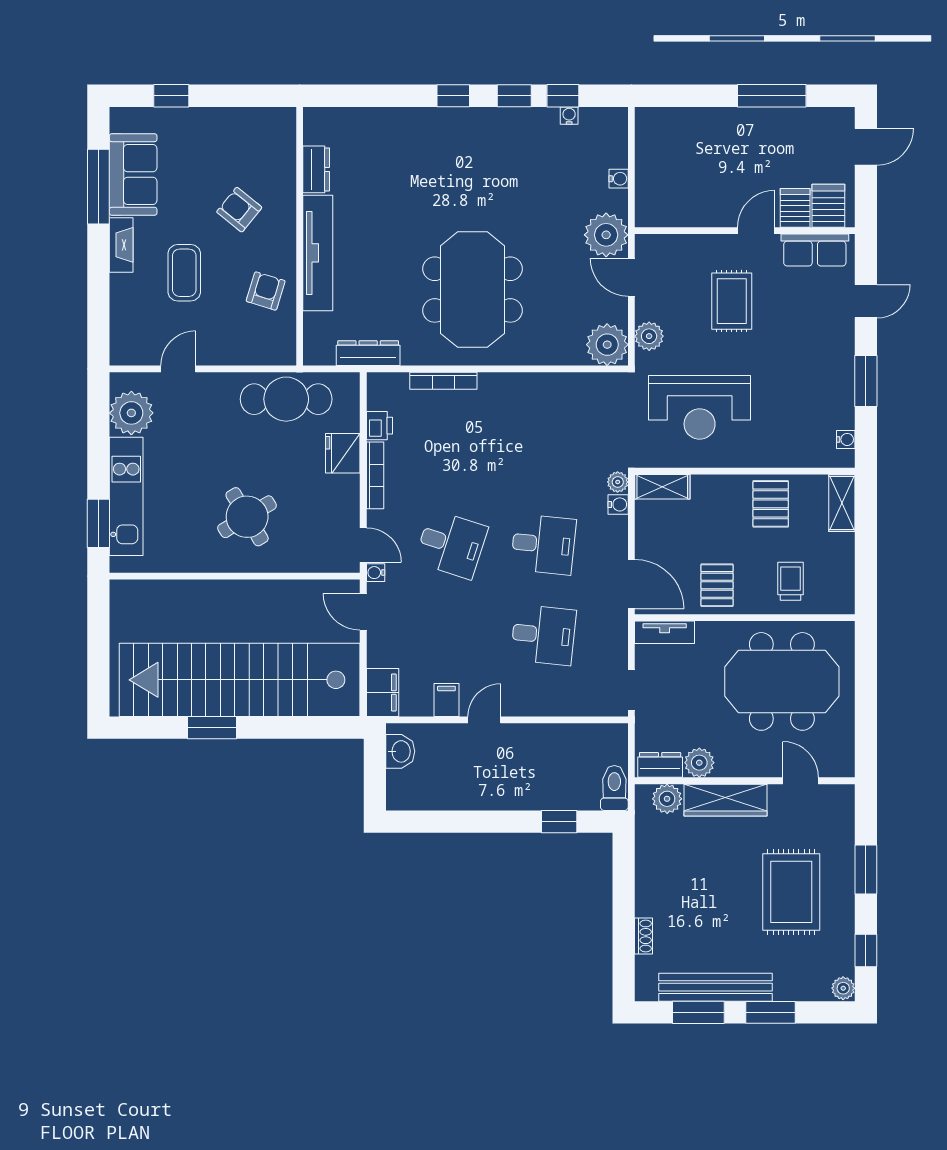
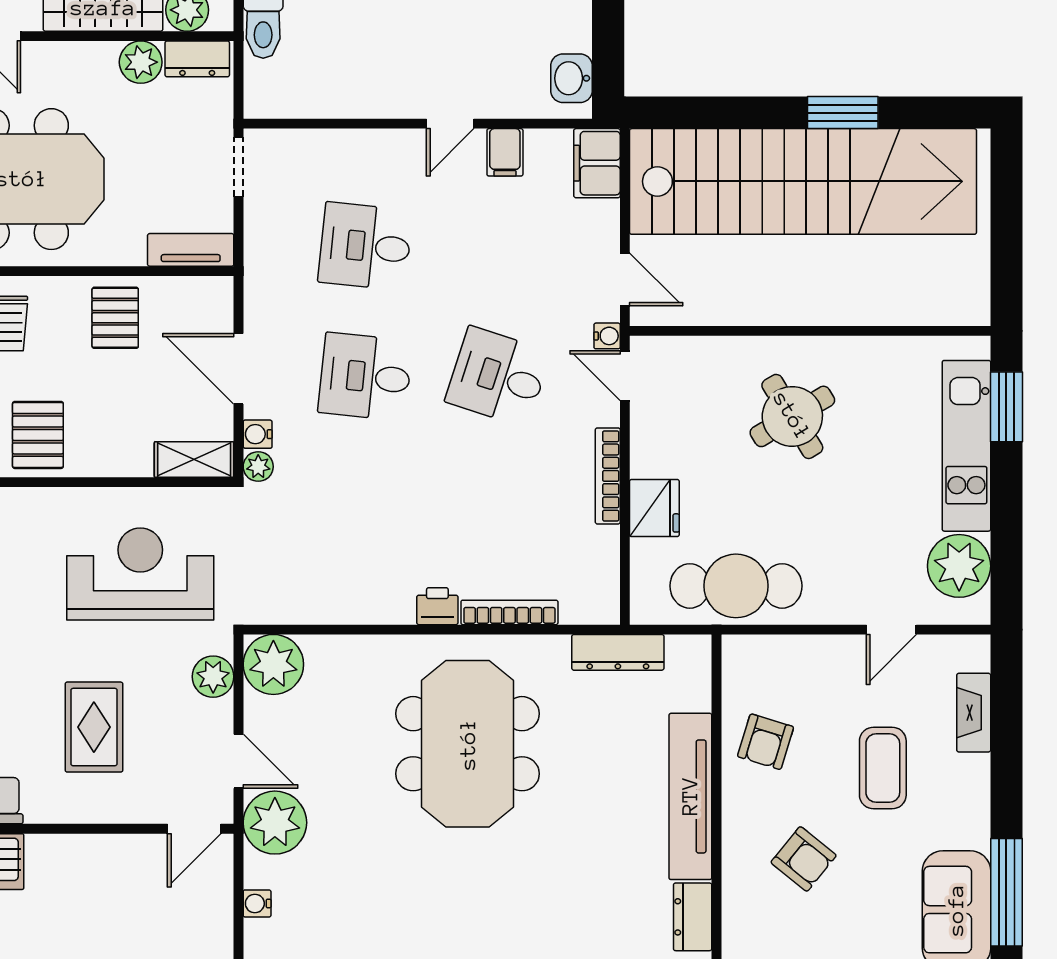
door: (756, 231) -> (194, 829), moved
fireplace: (121, 245) -> (974, 713), moved
printer: (379, 426) -> (437, 606), moved, turned 90
door: (631, 584) -> (239, 369), moved

